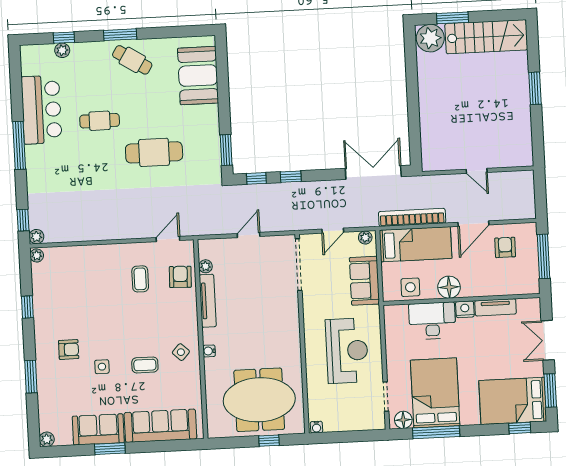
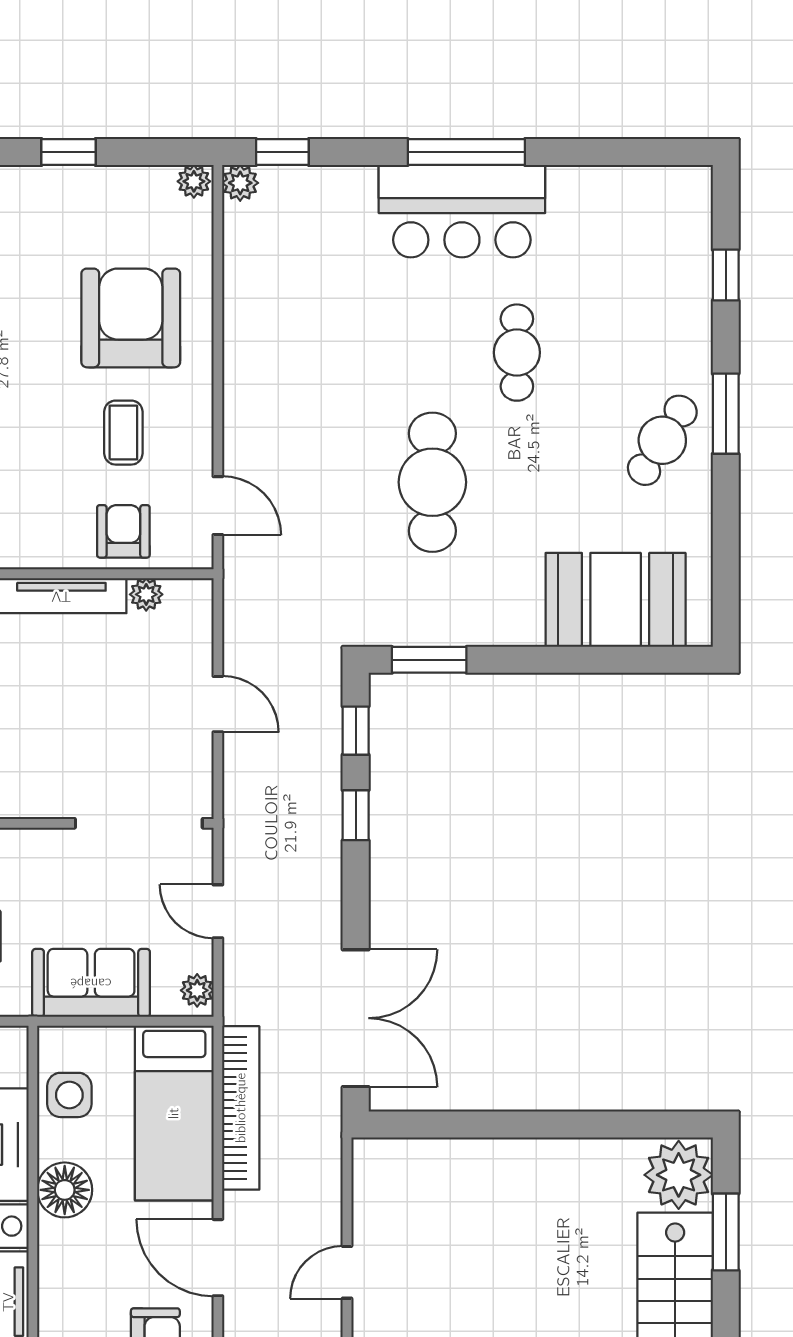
plant: (62, 50) -> (695, 269), removed
bar counter: (41, 110) -> (462, 211), moved
armchair: (180, 277) -> (123, 531), turned -92
armchair: (93, 278) -> (131, 318), added
coffee table: (140, 279) -> (123, 433), turned 90

